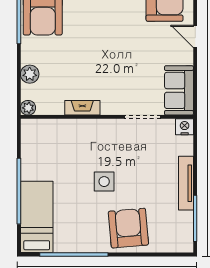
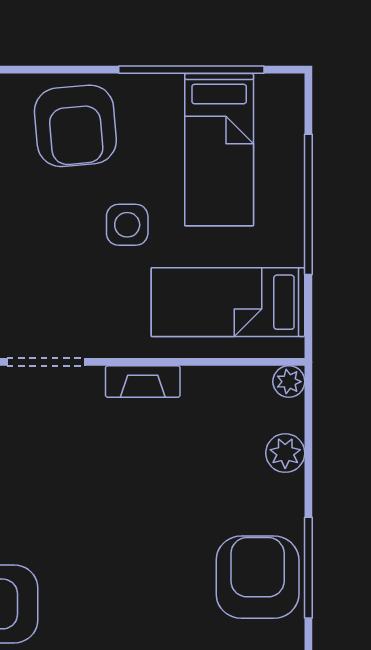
fireplace: (82, 108) -> (143, 382), moved
bed: (57, 145) -> (228, 302), added
bed: (37, 217) -> (219, 150), moved

